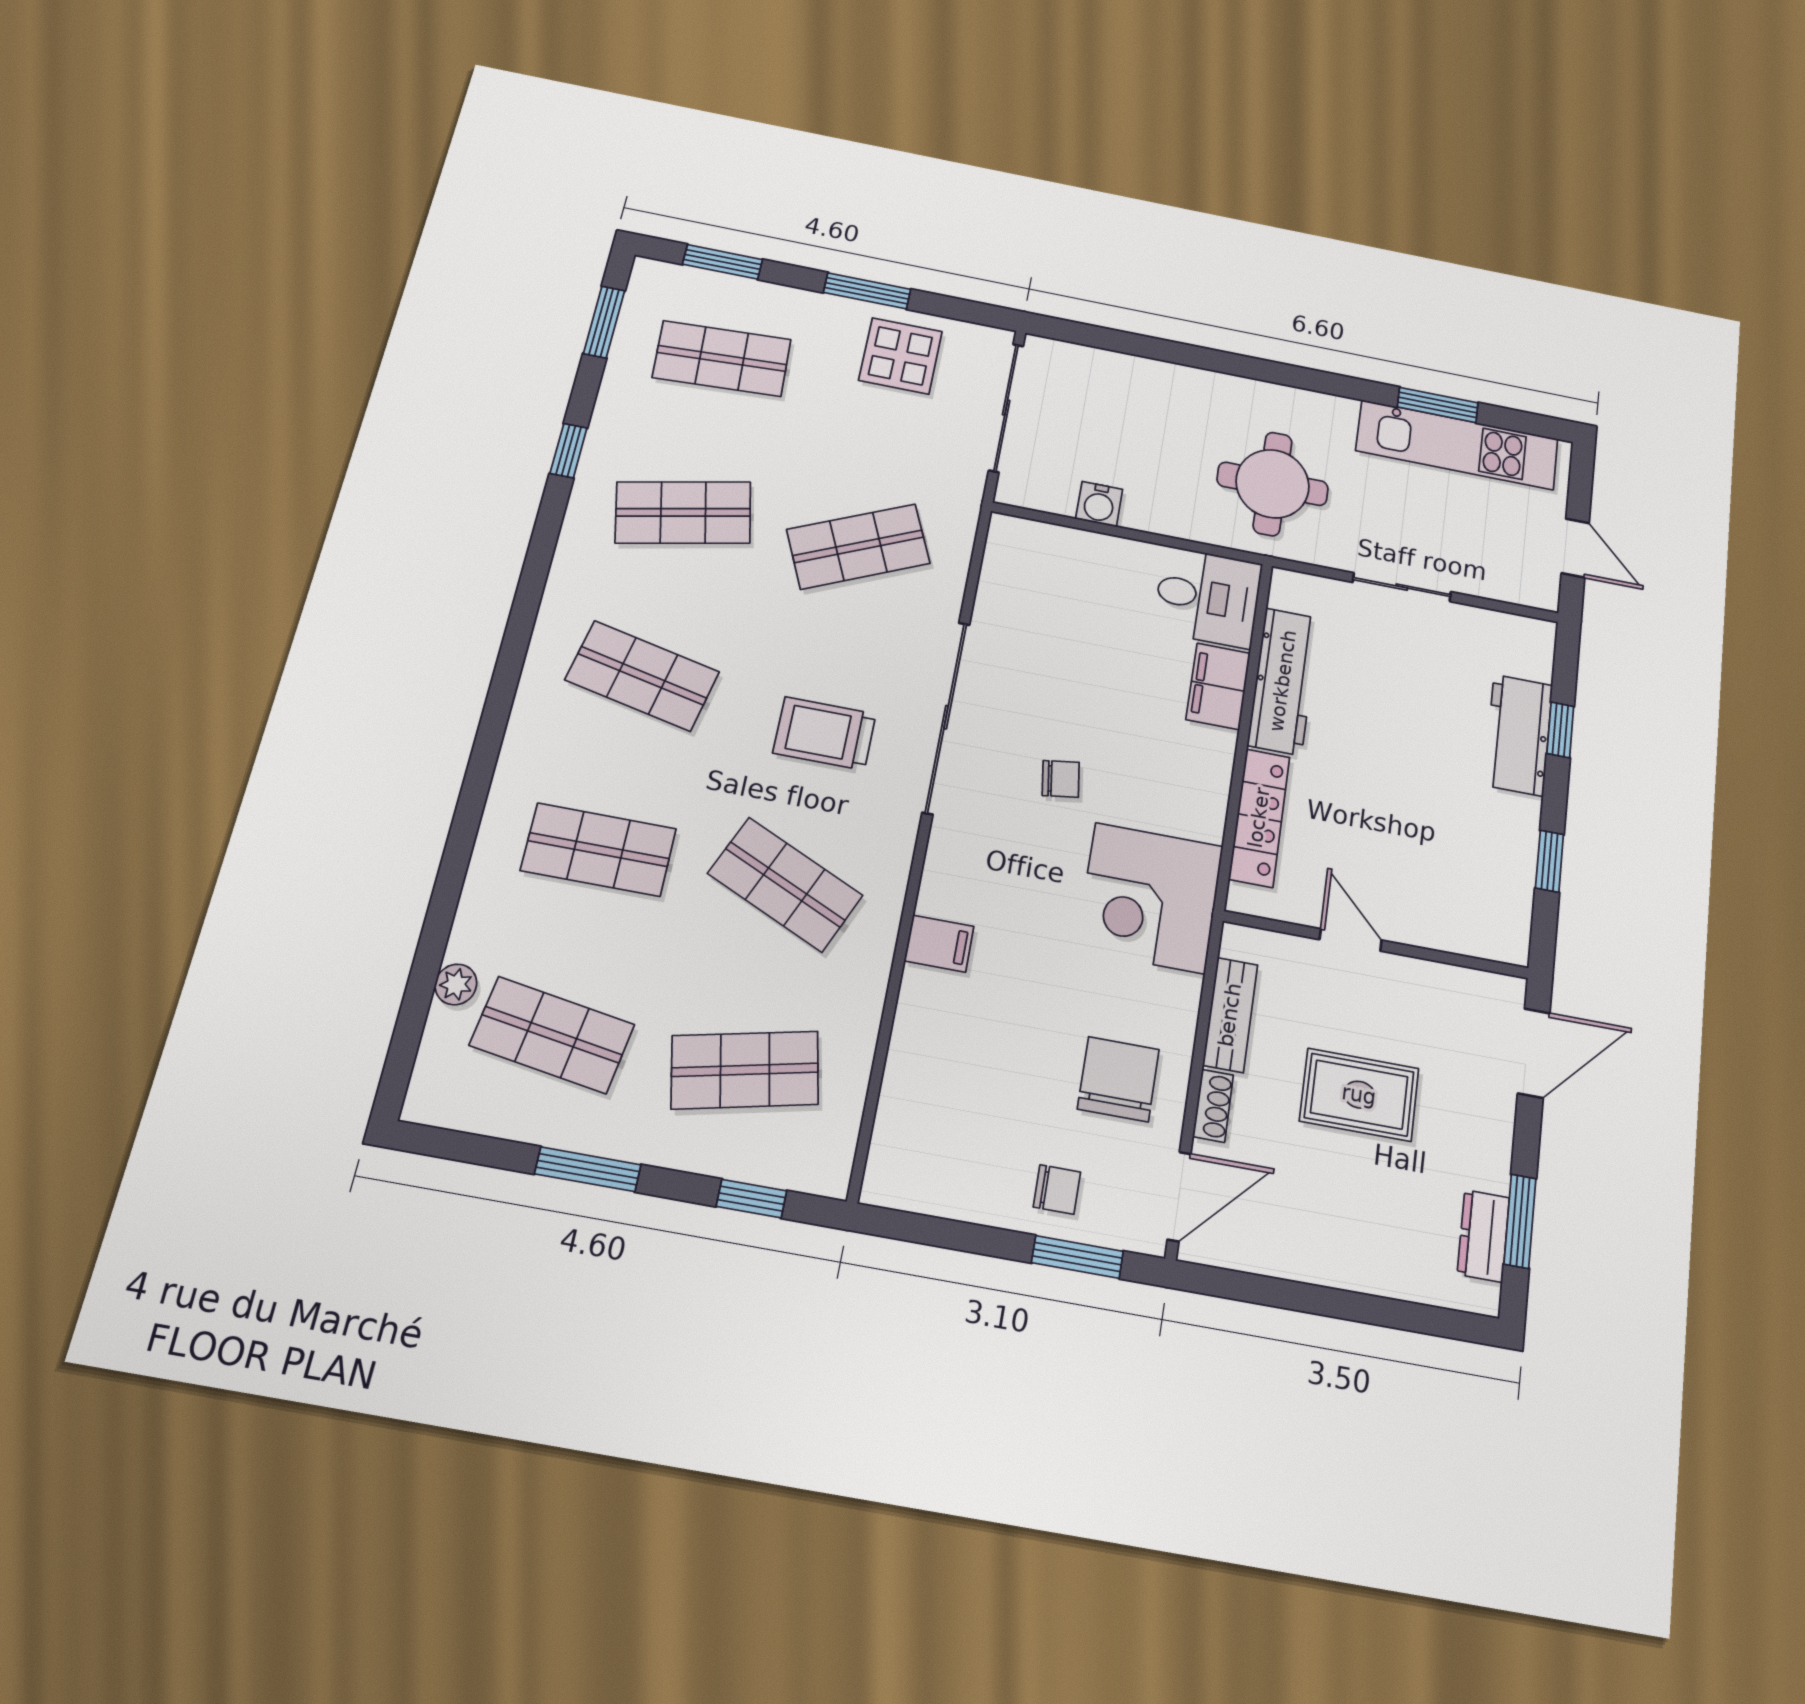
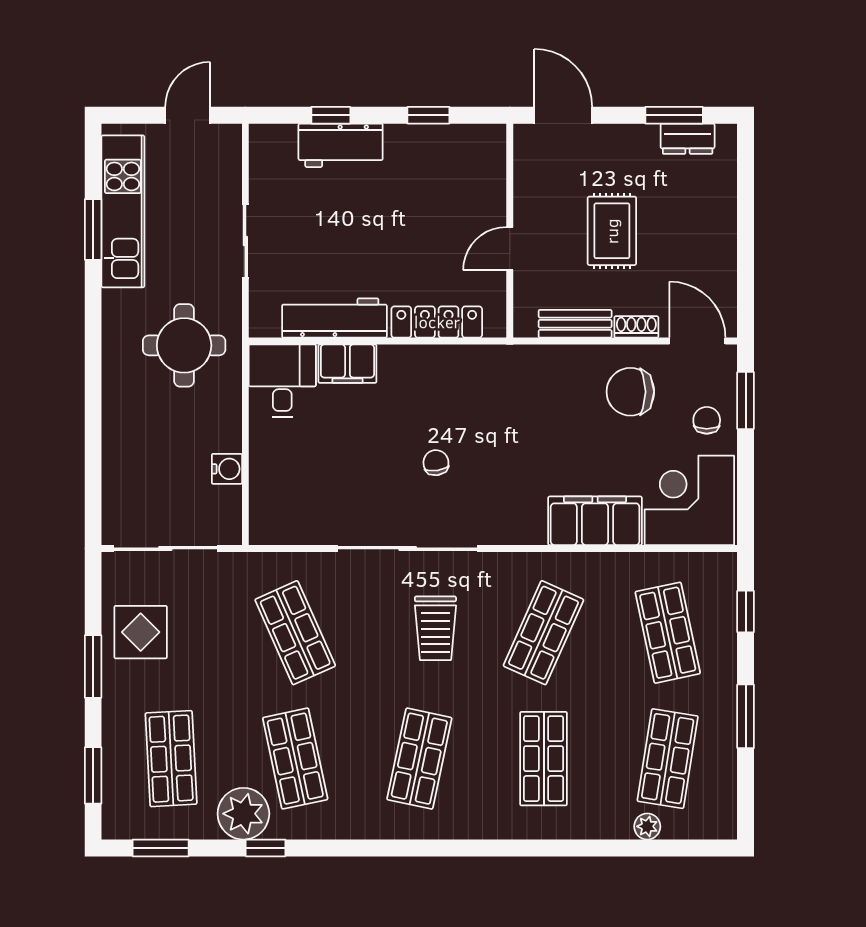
plant: (623, 432) -> (243, 814), added
corner desk: (1150, 898) -> (689, 500), moved, turned 180
filing cabinet: (939, 944) -> (595, 521), width x3.00, depth x1.17

